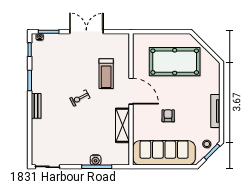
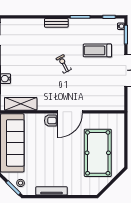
treadmill: (106, 74) -> (97, 50), moved
armchair: (168, 116) -> (50, 121), moved
shelving: (122, 125) -> (21, 104), moved

